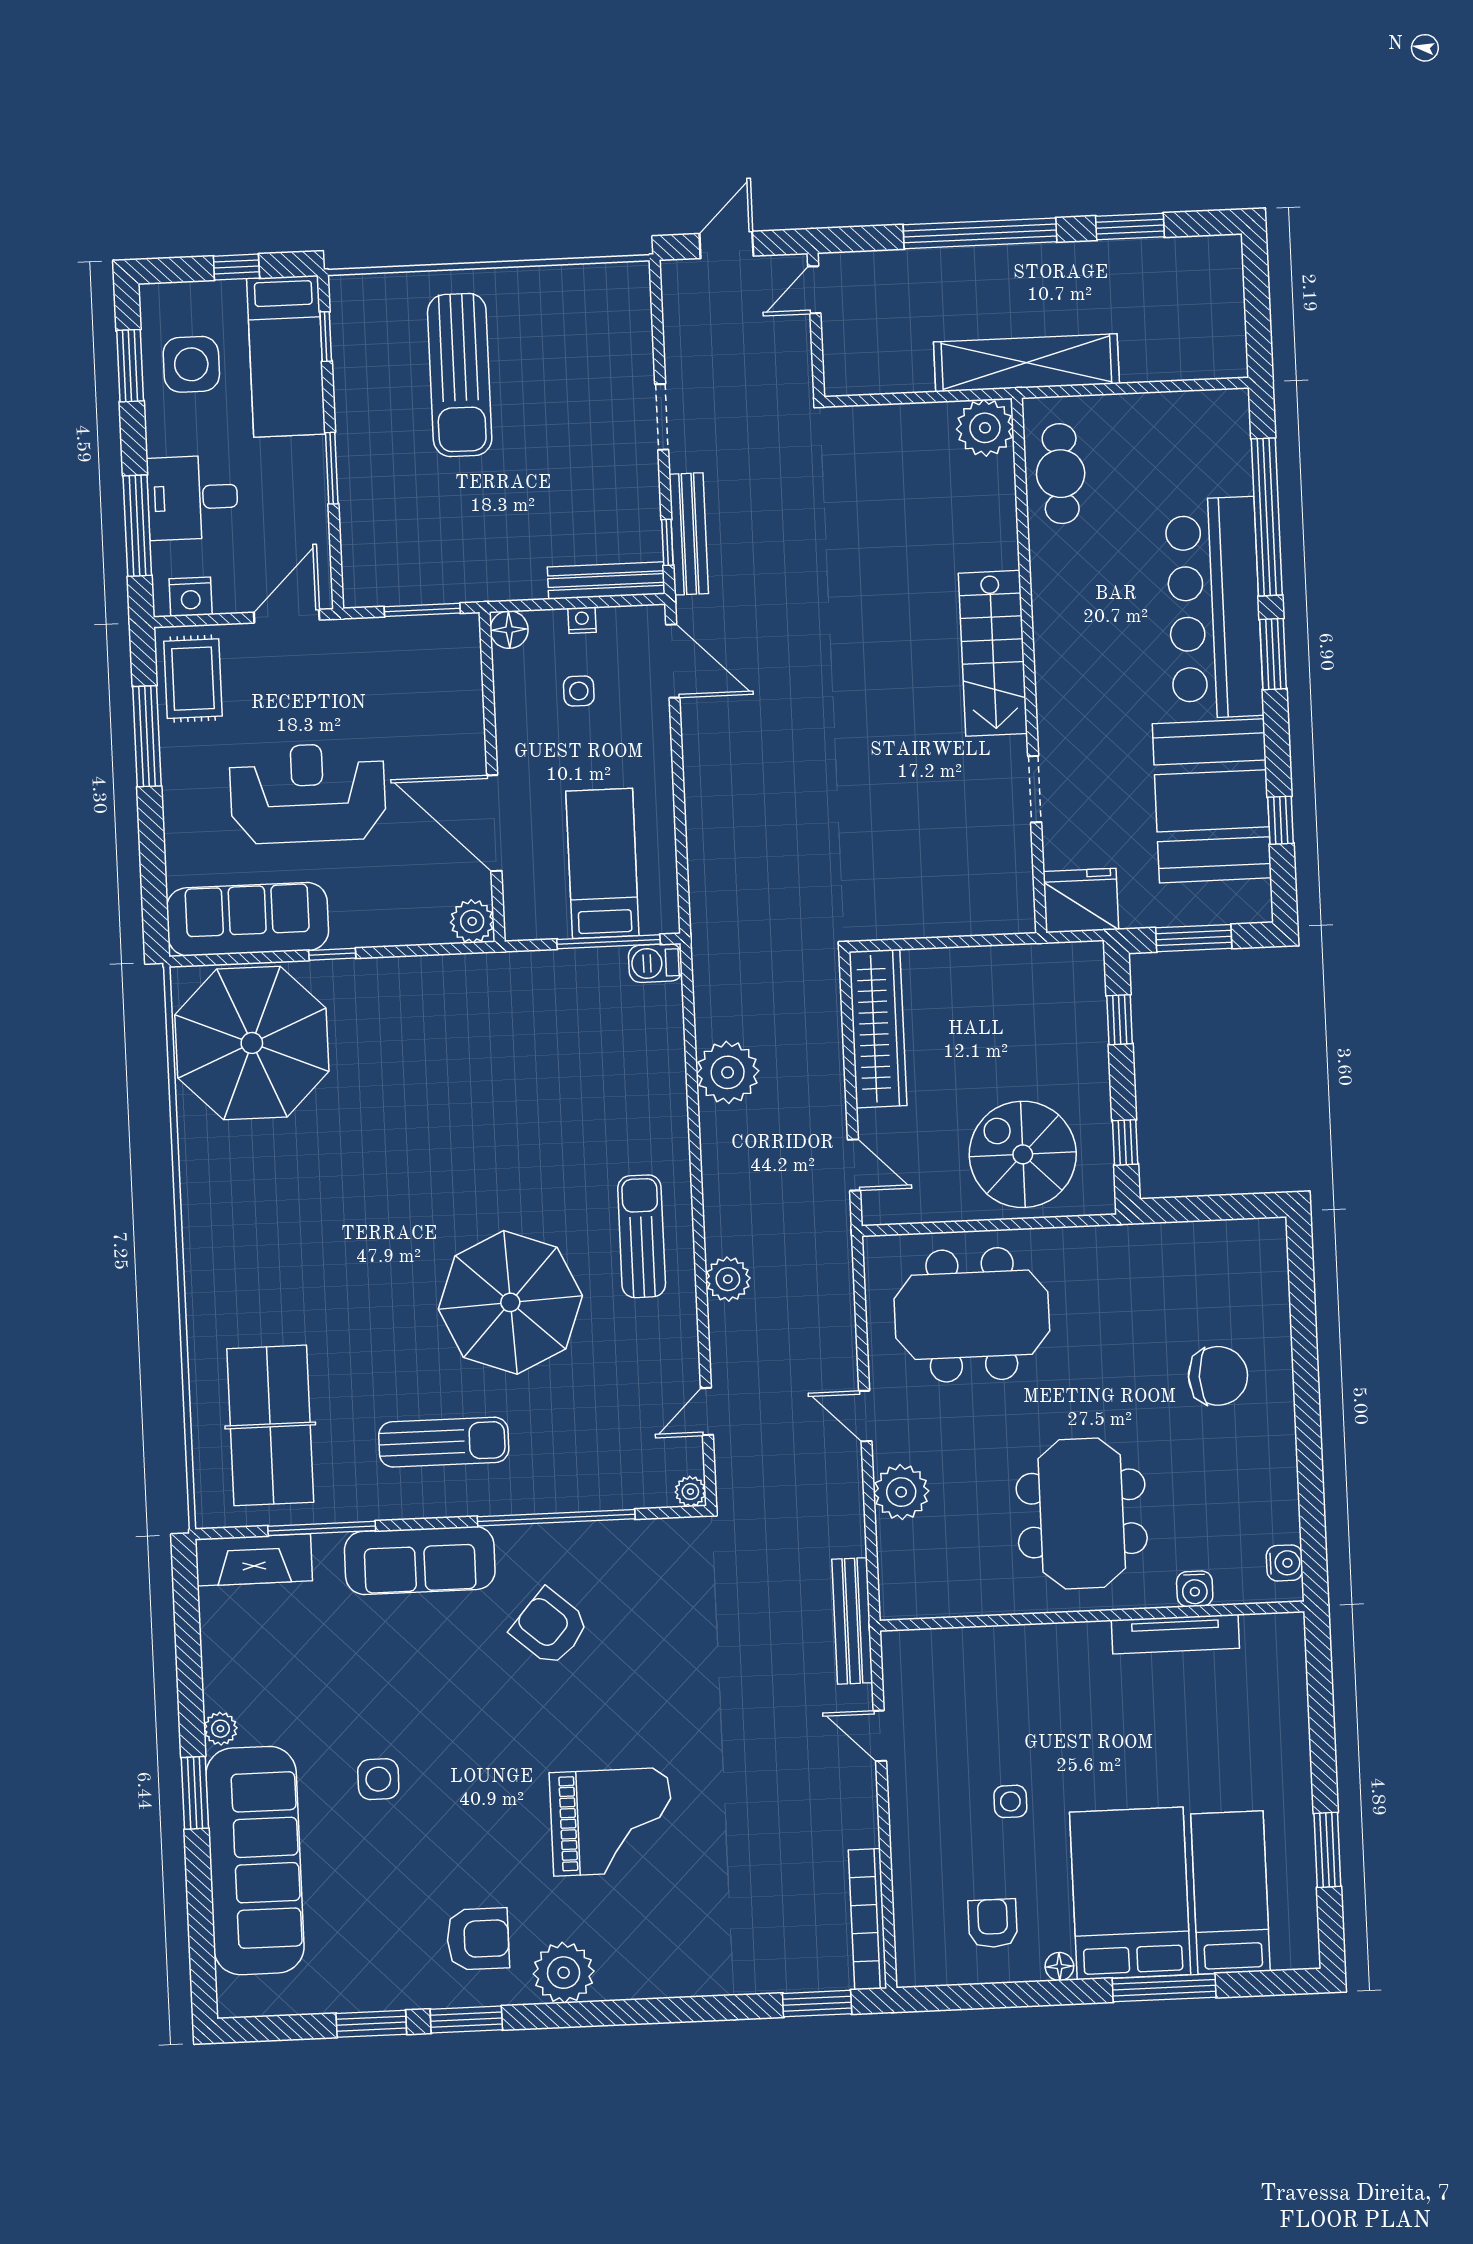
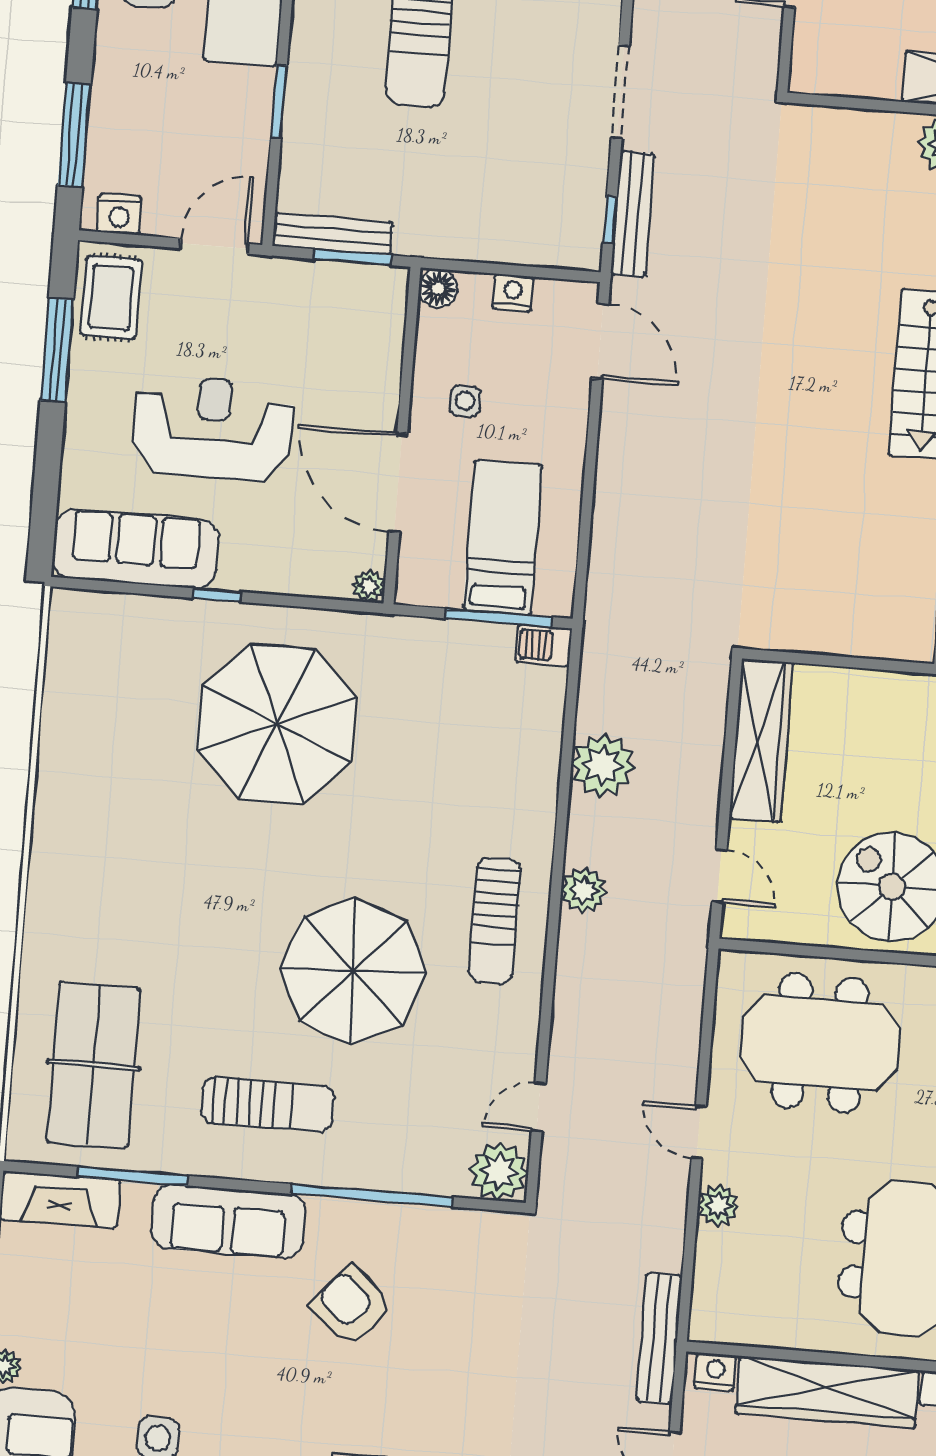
doorway: (662, 417) -> (620, 92), width x1.38
desk: (193, 498) -> (134, 114), removed
bench: (606, 581) -> (333, 234), moved
nightstand: (582, 620) -> (513, 293), width x1.39, depth x1.35
side table: (579, 691) -> (465, 401), moved
plant: (472, 921) -> (369, 586), width x0.73, depth x0.73
parasol: (252, 1043) -> (277, 724), moved
sun lounger: (642, 1236) -> (495, 921), turned 180
plant: (728, 1279) -> (584, 890), moved
plant: (690, 1492) -> (499, 1171), width x1.88, depth x1.88
plant: (901, 1492) -> (718, 1206), width x0.73, depth x0.73
nightstand: (911, 1647) -> (715, 1372), added
wardrobe: (1022, 1652) -> (827, 1392), added

